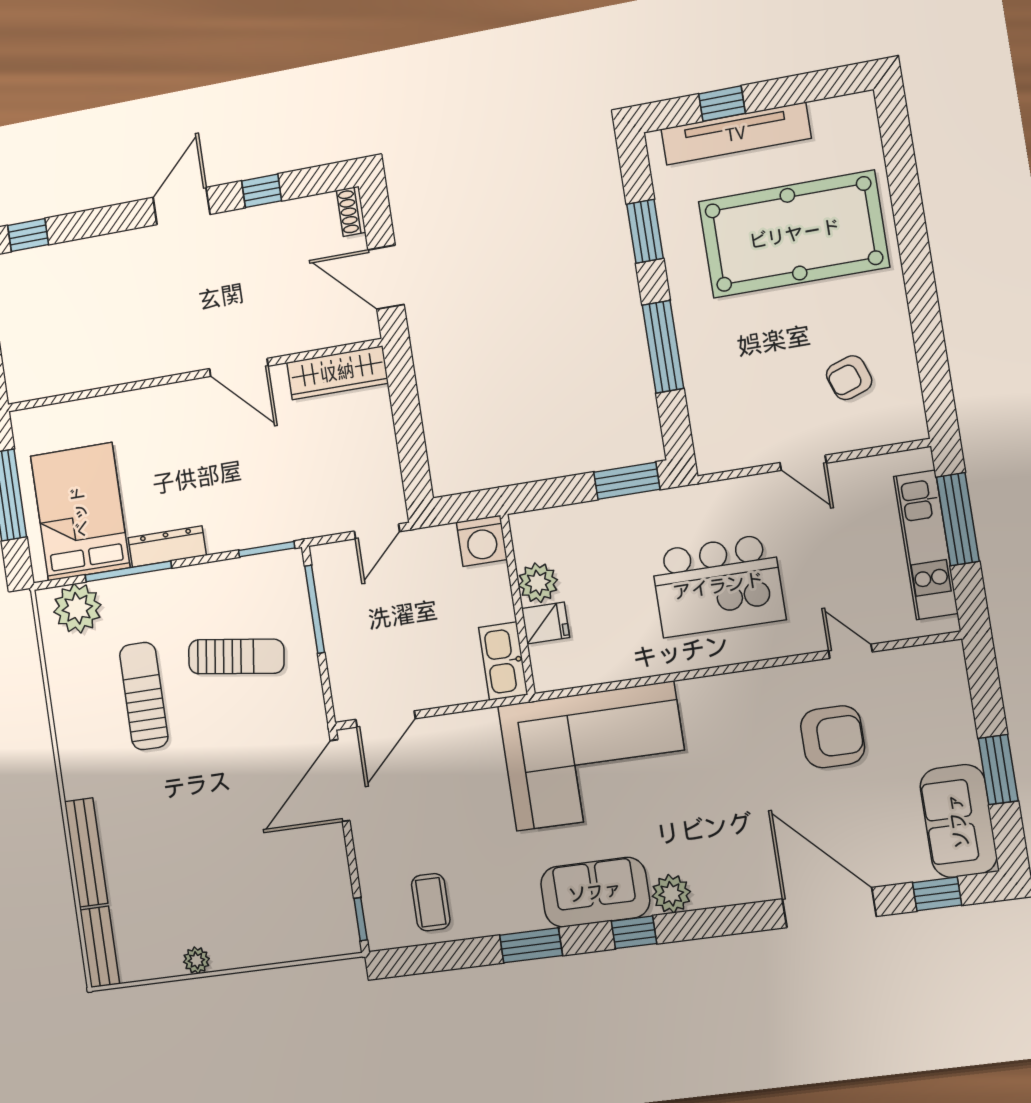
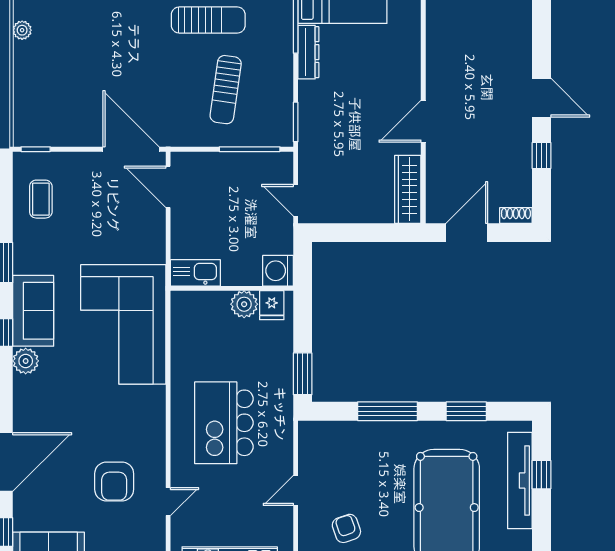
fridge: (546, 623) -> (272, 305), moved
coffee table: (431, 902) -> (41, 199), turned 90

